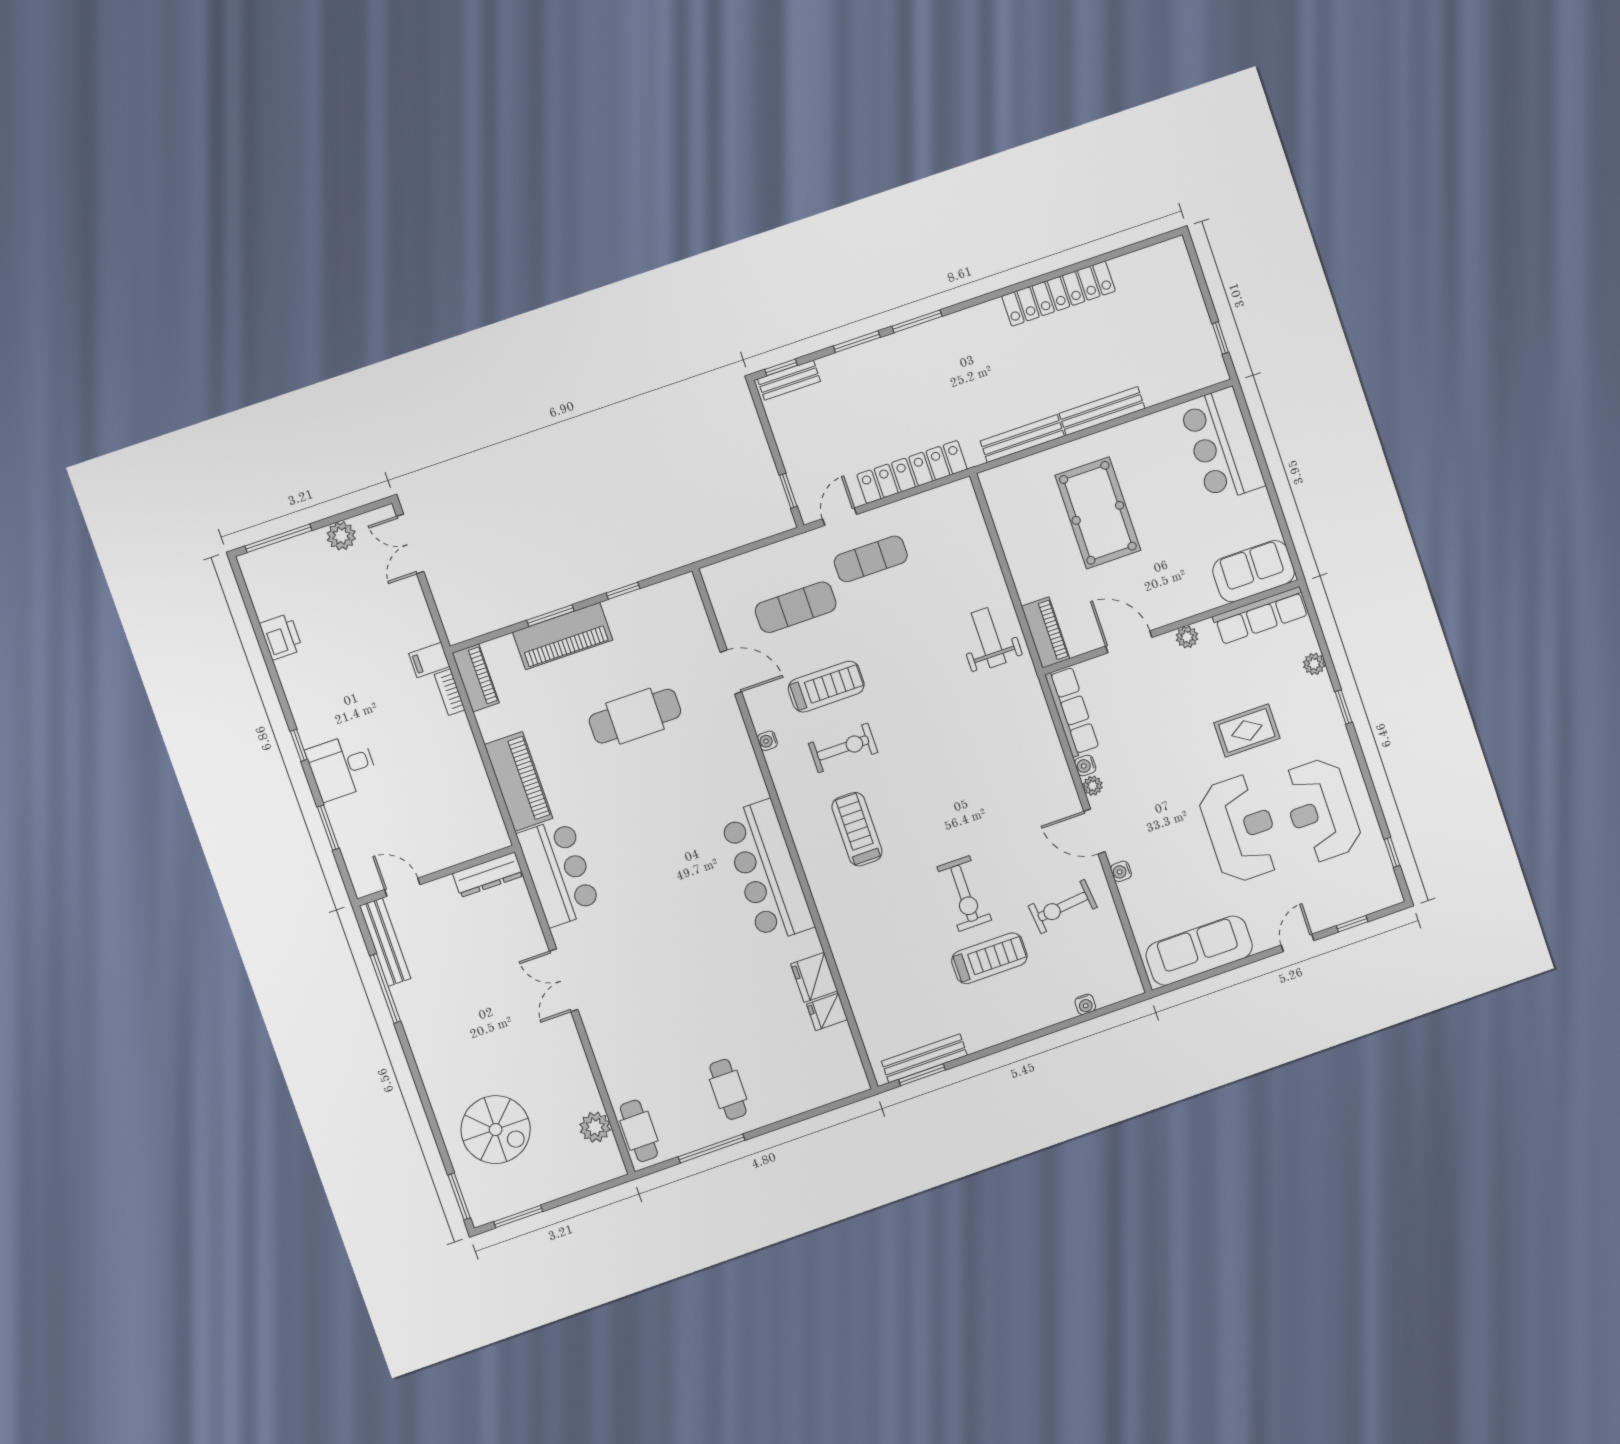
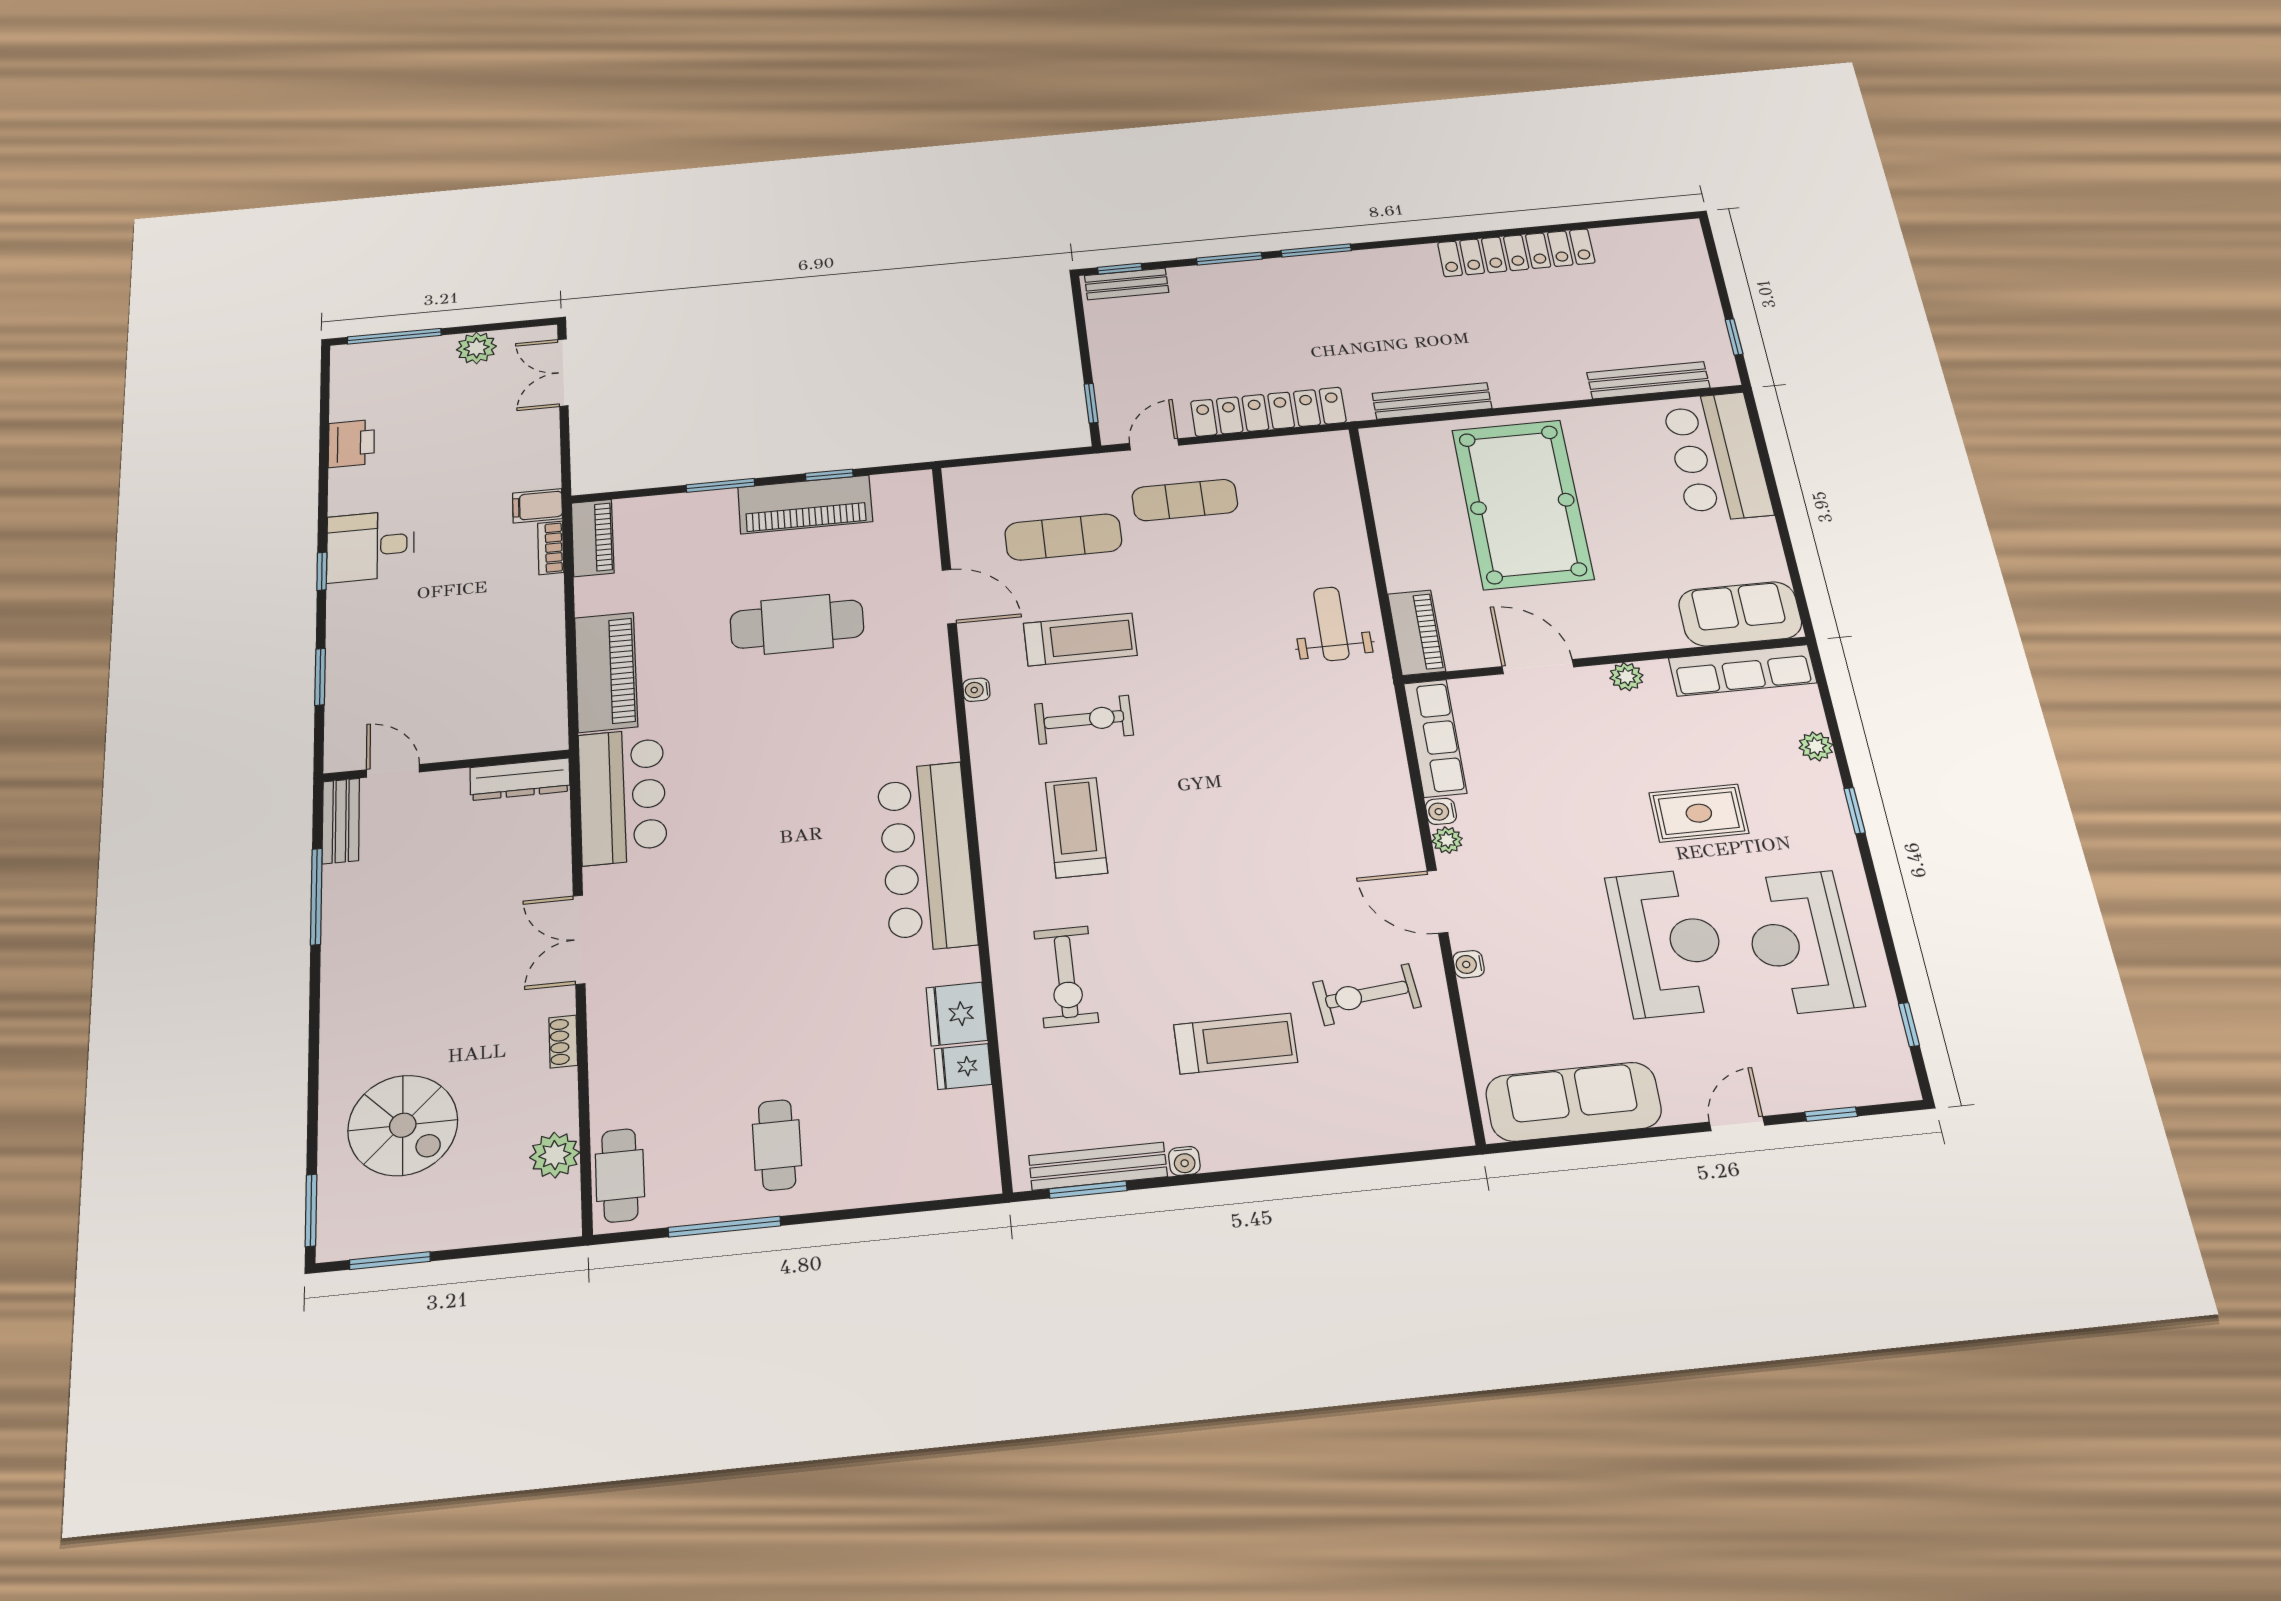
bench: (1102, 411) -> (1648, 380), moved
pool table: (1098, 513) -> (1522, 504), width x1.36, depth x1.32
piano: (563, 636) -> (805, 504), moved
desk: (342, 767) -> (370, 546), moved
exercise bike: (964, 893) -> (1066, 977), moved
bench: (385, 942) -> (341, 821), width x0.73
water cooler: (1085, 1004) -> (1184, 1161), moved
shoe rack: (576, 1052) -> (563, 1042), added

